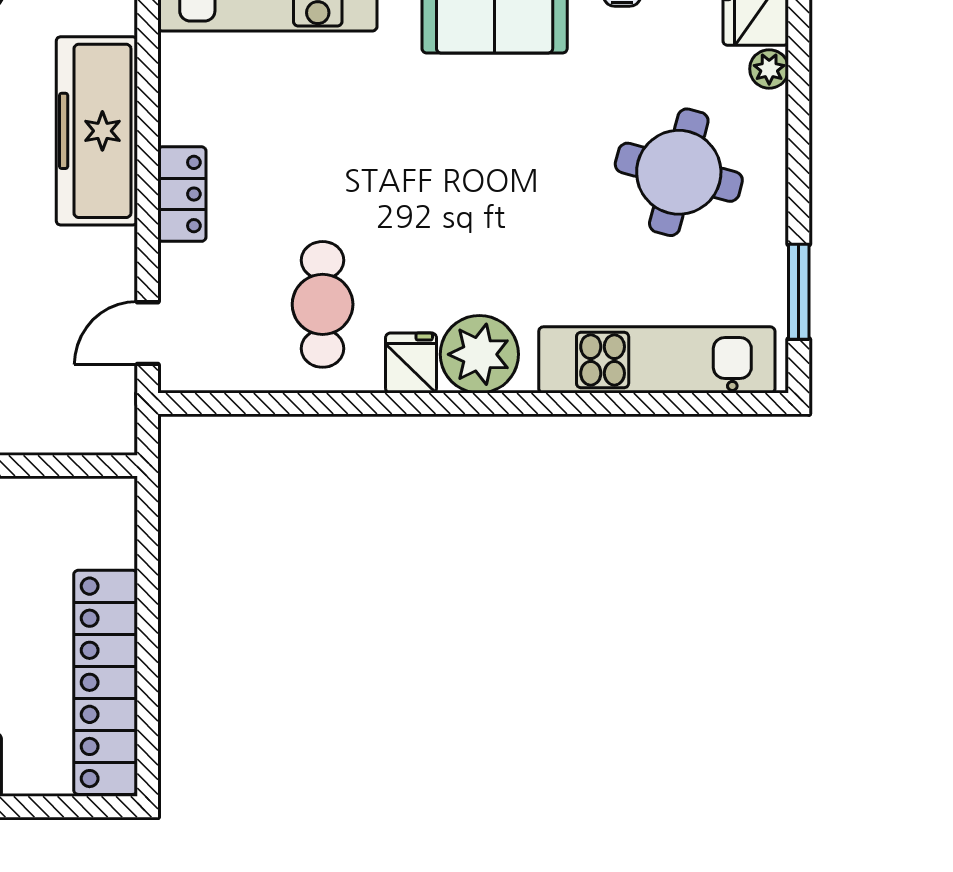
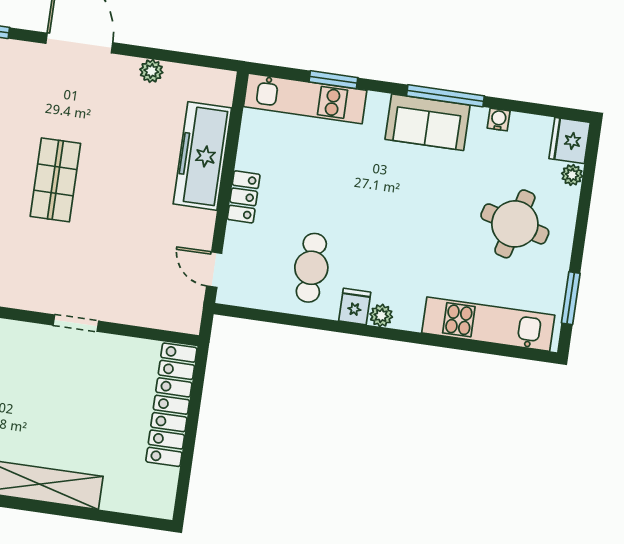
door: (148, 333) -> (214, 270), hinge flipped
plant: (479, 354) -> (381, 316), width x0.53, depth x0.53
locker: (106, 682) -> (171, 405), moved

